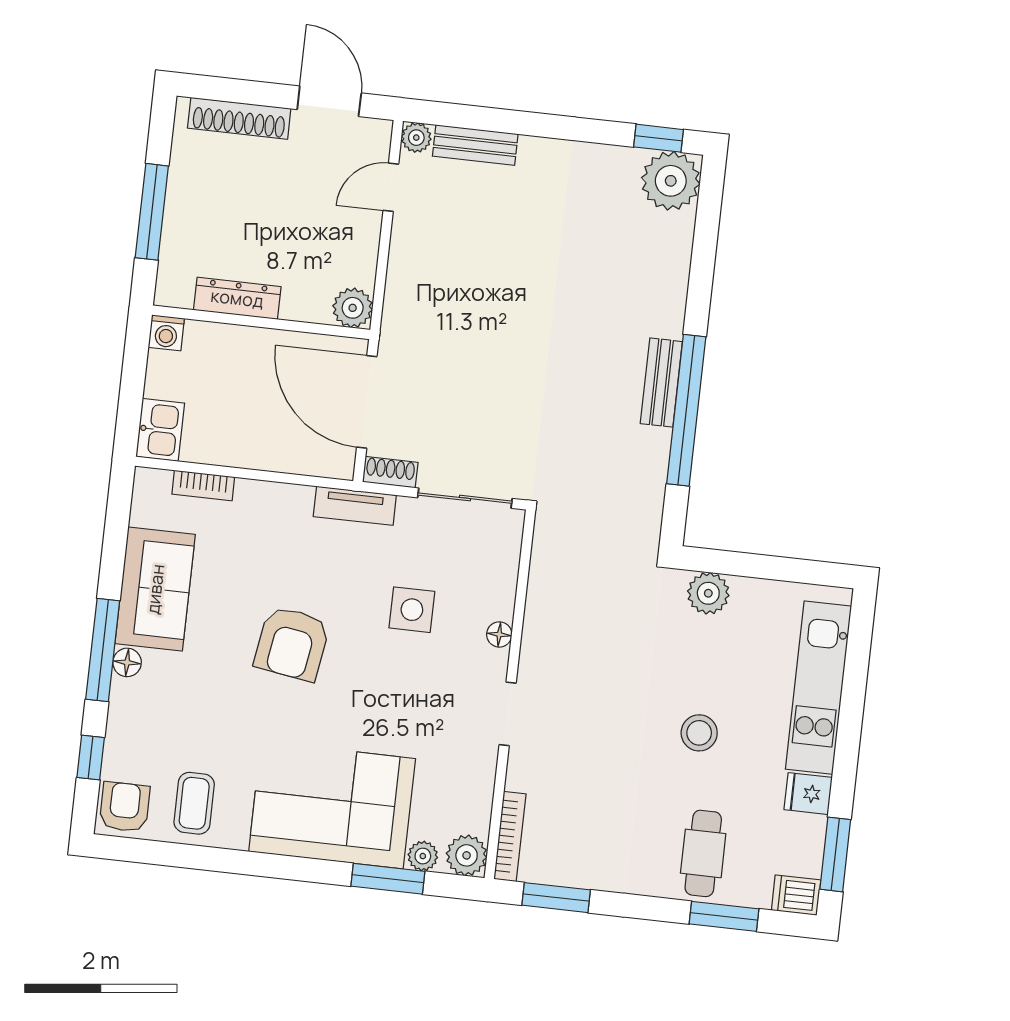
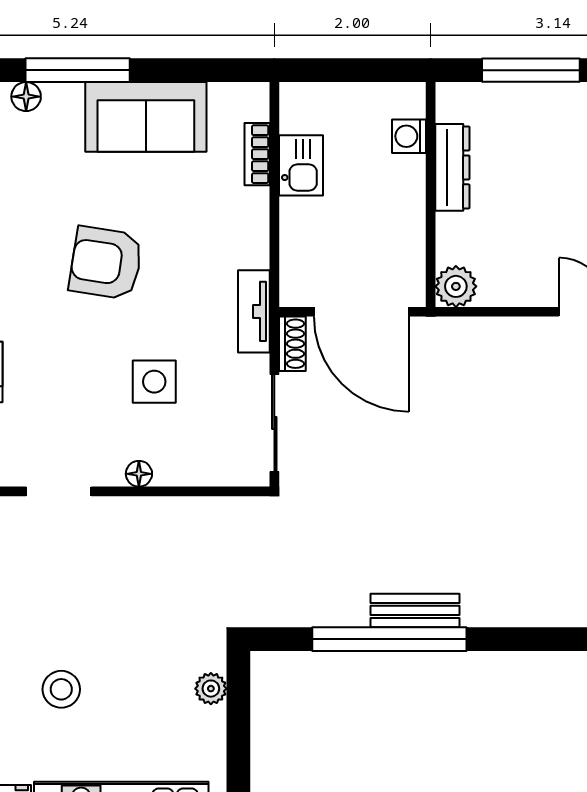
washing machine: (166, 333) -> (409, 136), moved
door: (367, 402) -> (361, 312), swing flipped
kitchen sink: (160, 430) -> (301, 165), moved, turned -90
plant: (708, 593) -> (211, 689), width x0.73, depth x0.73
floor lamp: (127, 662) -> (26, 97), moved

